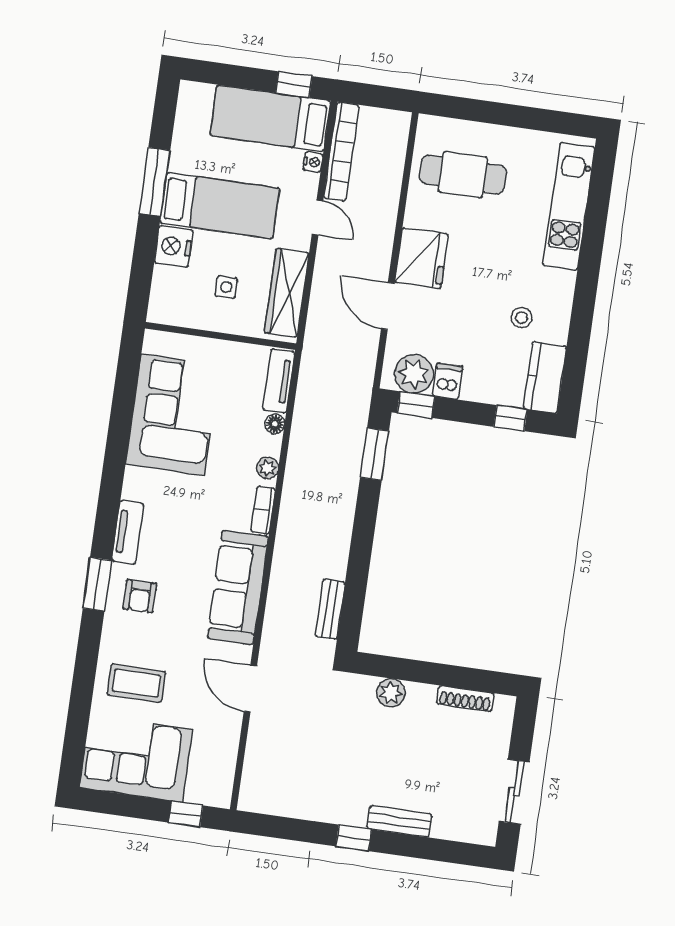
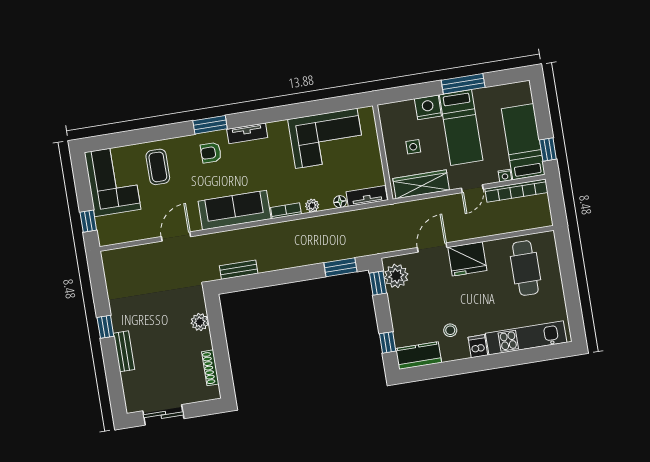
dishwasher: (448, 381) -> (478, 346), moved, turned -90

